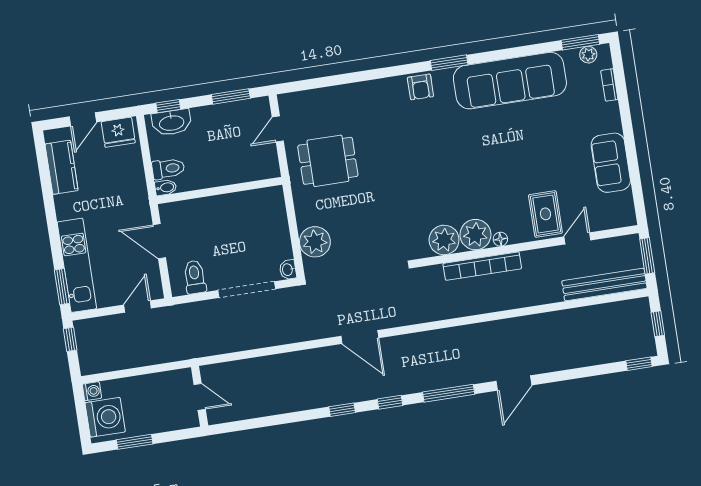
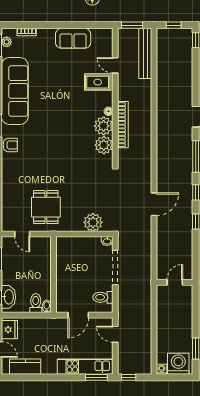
wall: (200, 396) -> (175, 282), moved
door: (200, 397) -> (175, 282), moved

